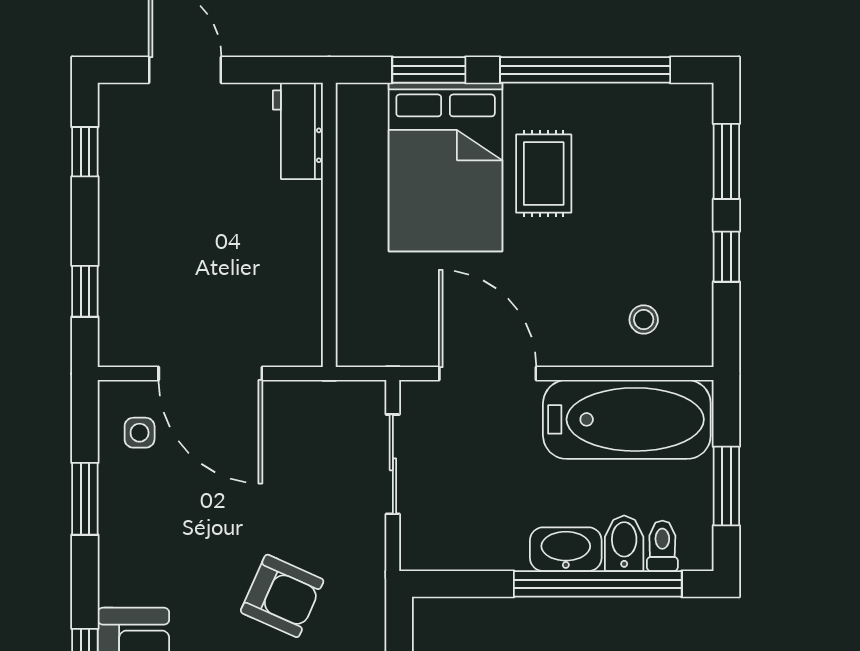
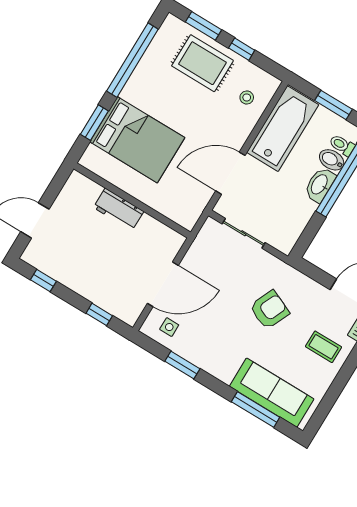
workbench: (298, 131) -> (119, 209), moved
rug: (544, 174) -> (202, 63), moved, width x1.36, depth x1.43

